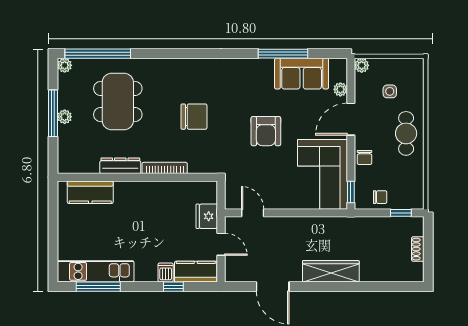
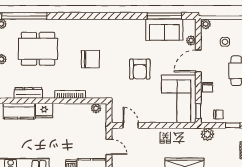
window: (283, 54) -> (164, 16), moved
dining table: (118, 102) -> (38, 49), turned 90
dresser: (120, 166) -> (28, 93), moved
plant: (202, 188) -> (96, 108), added
fridge: (207, 216) -> (44, 111), moved, turned -90
plant: (364, 226) -> (207, 134), added

